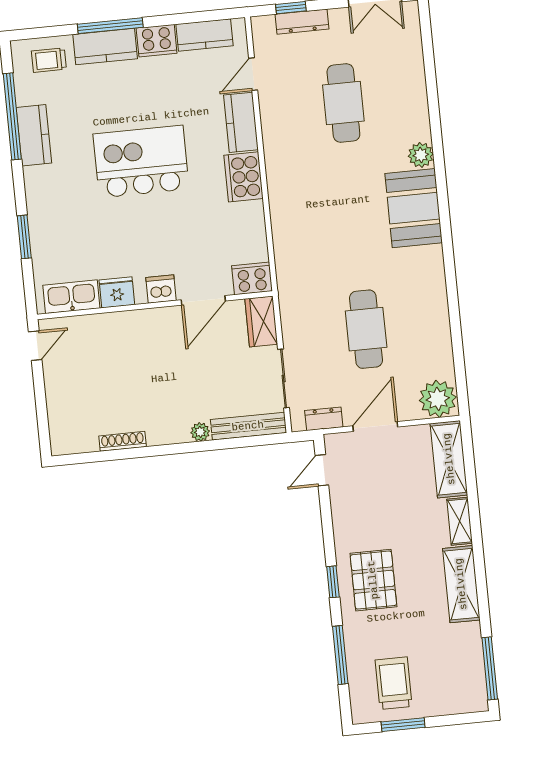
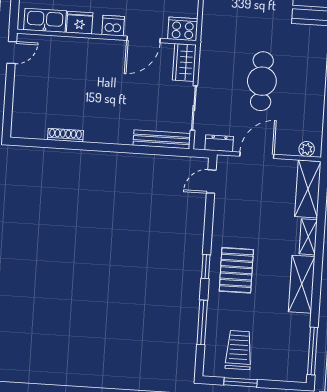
plant: (438, 399) -> (307, 149), width x0.53, depth x0.53
plant: (200, 432) -> (125, 138), removed

